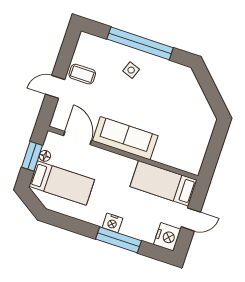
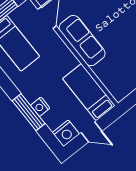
floor lamp: (45, 156) -> (14, 15), removed
nightstand: (112, 223) -> (40, 107), moved

